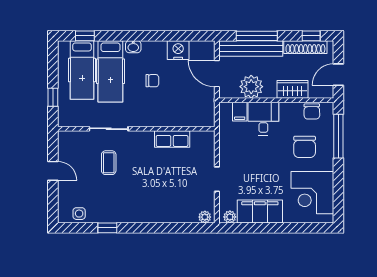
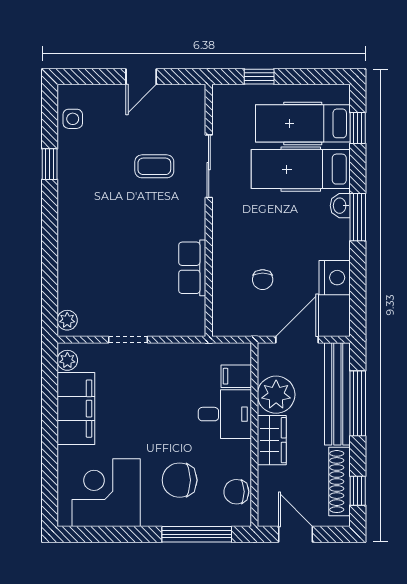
window: (140, 36) -> (358, 217), added
chair: (152, 81) -> (263, 280), moved
wardrobe: (292, 89) -> (272, 440), moved

